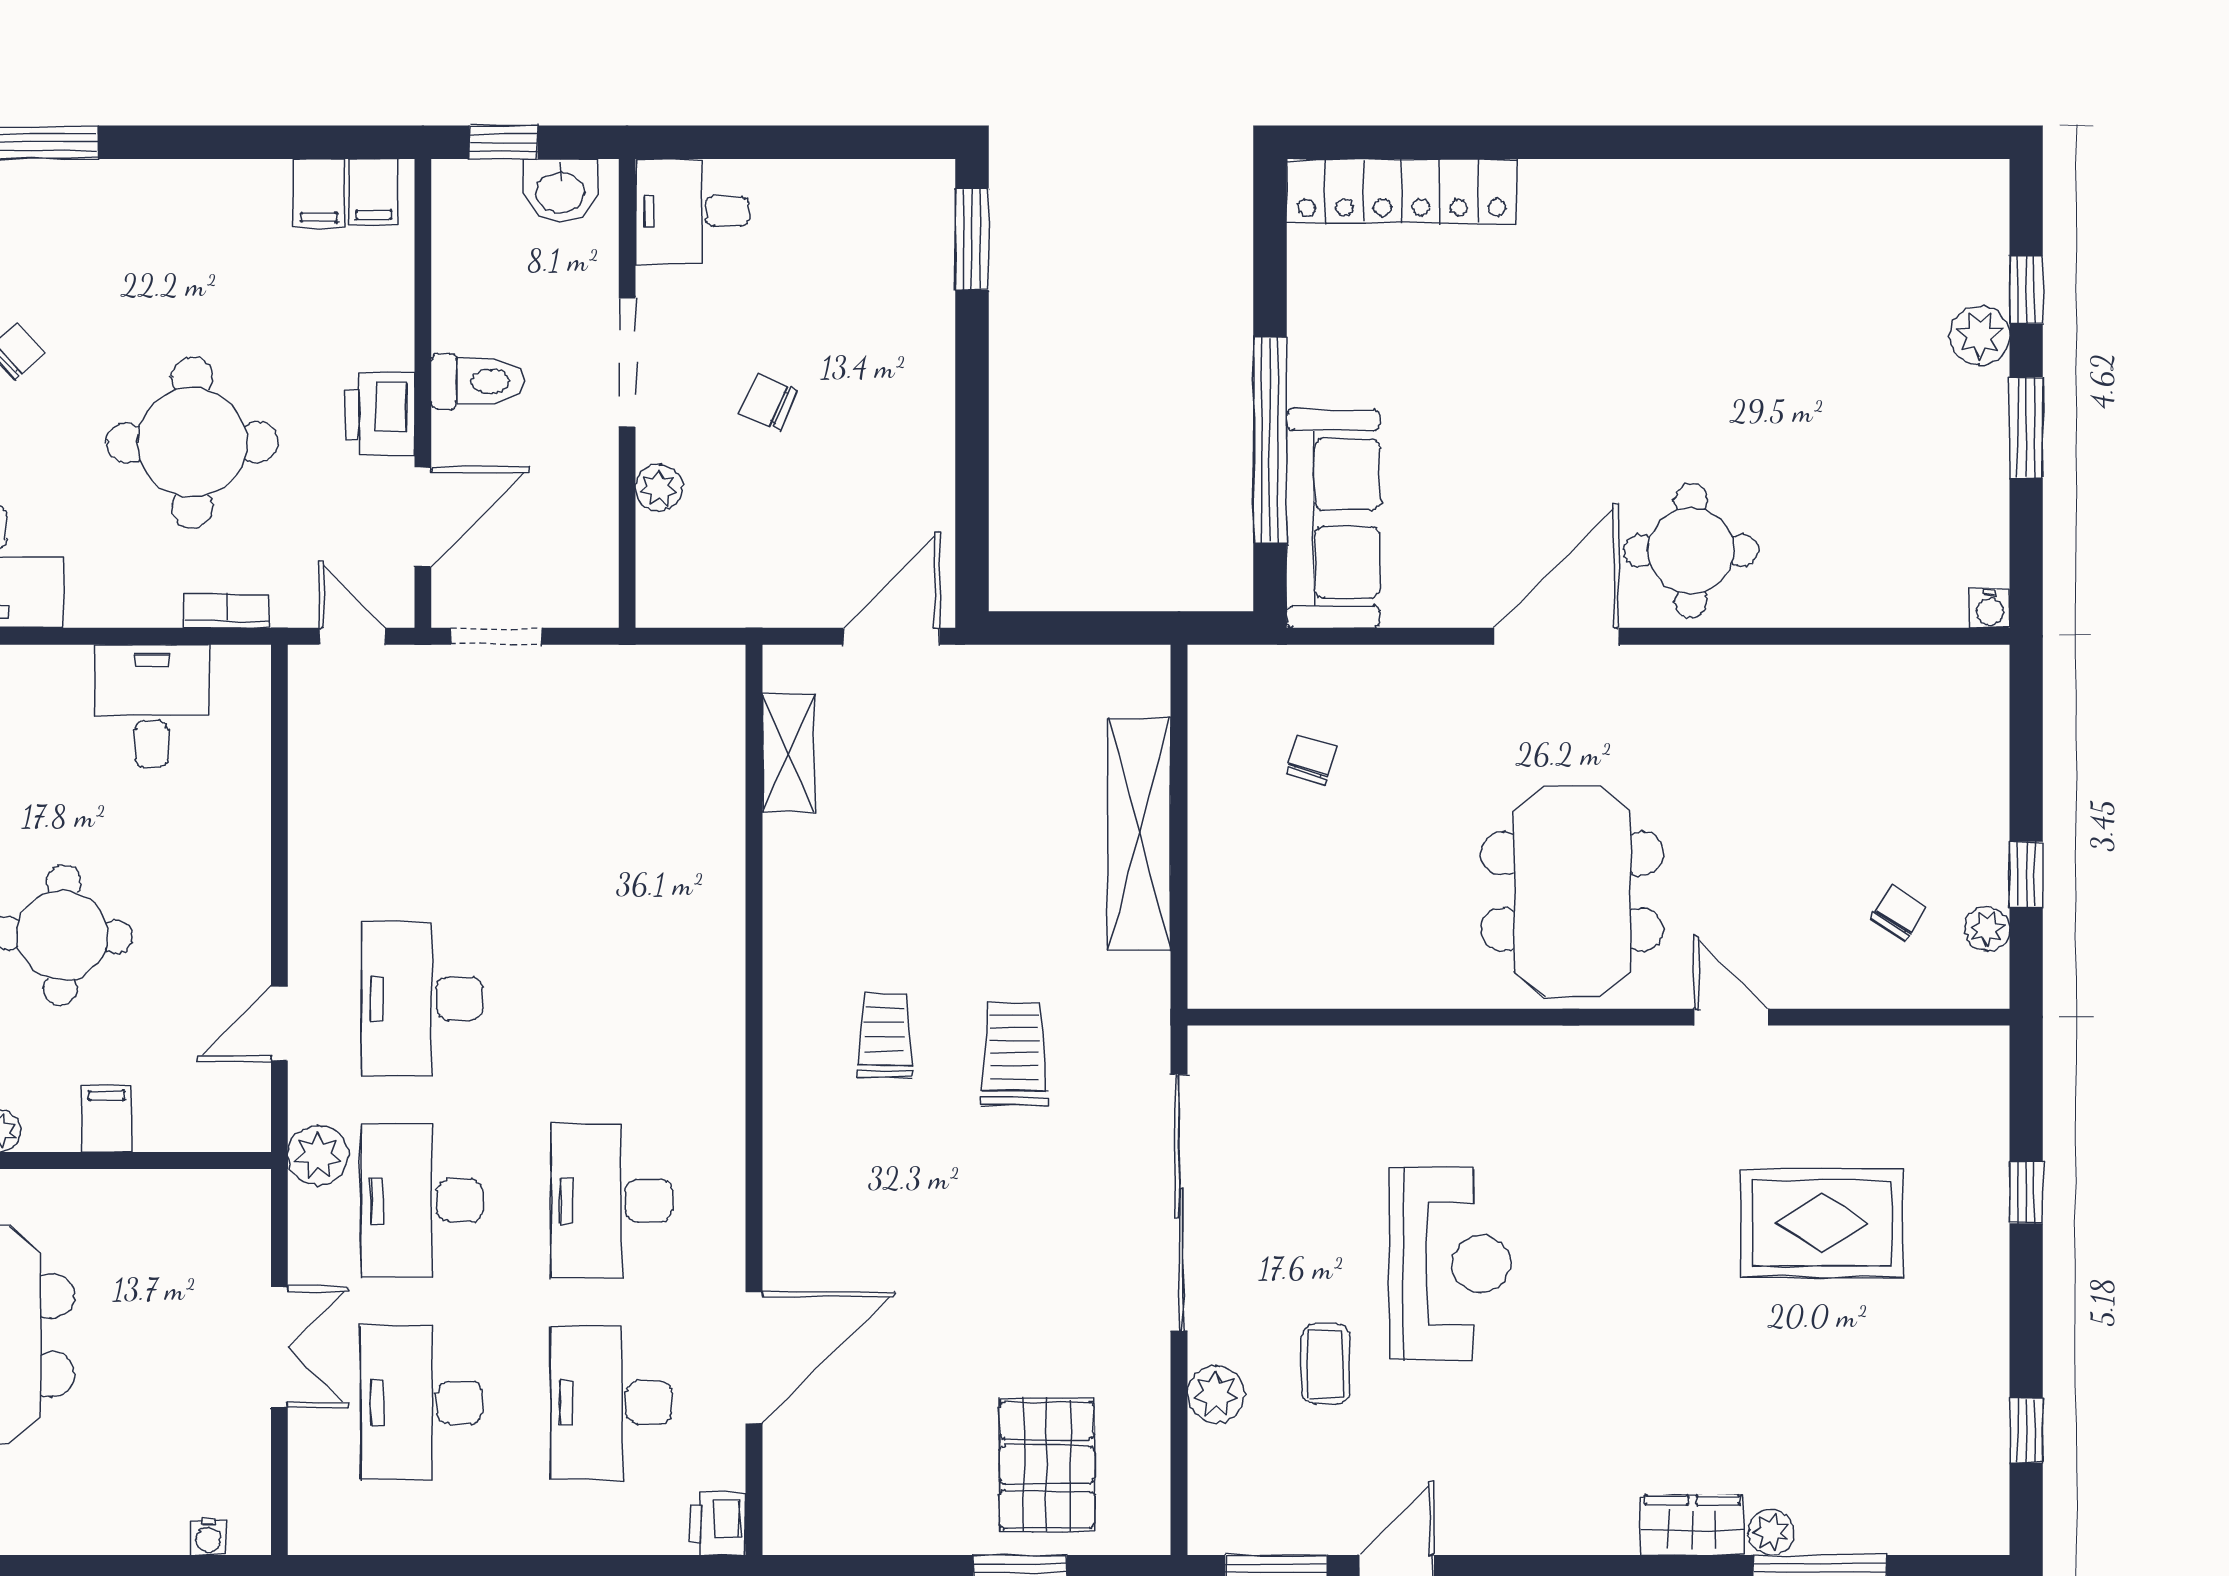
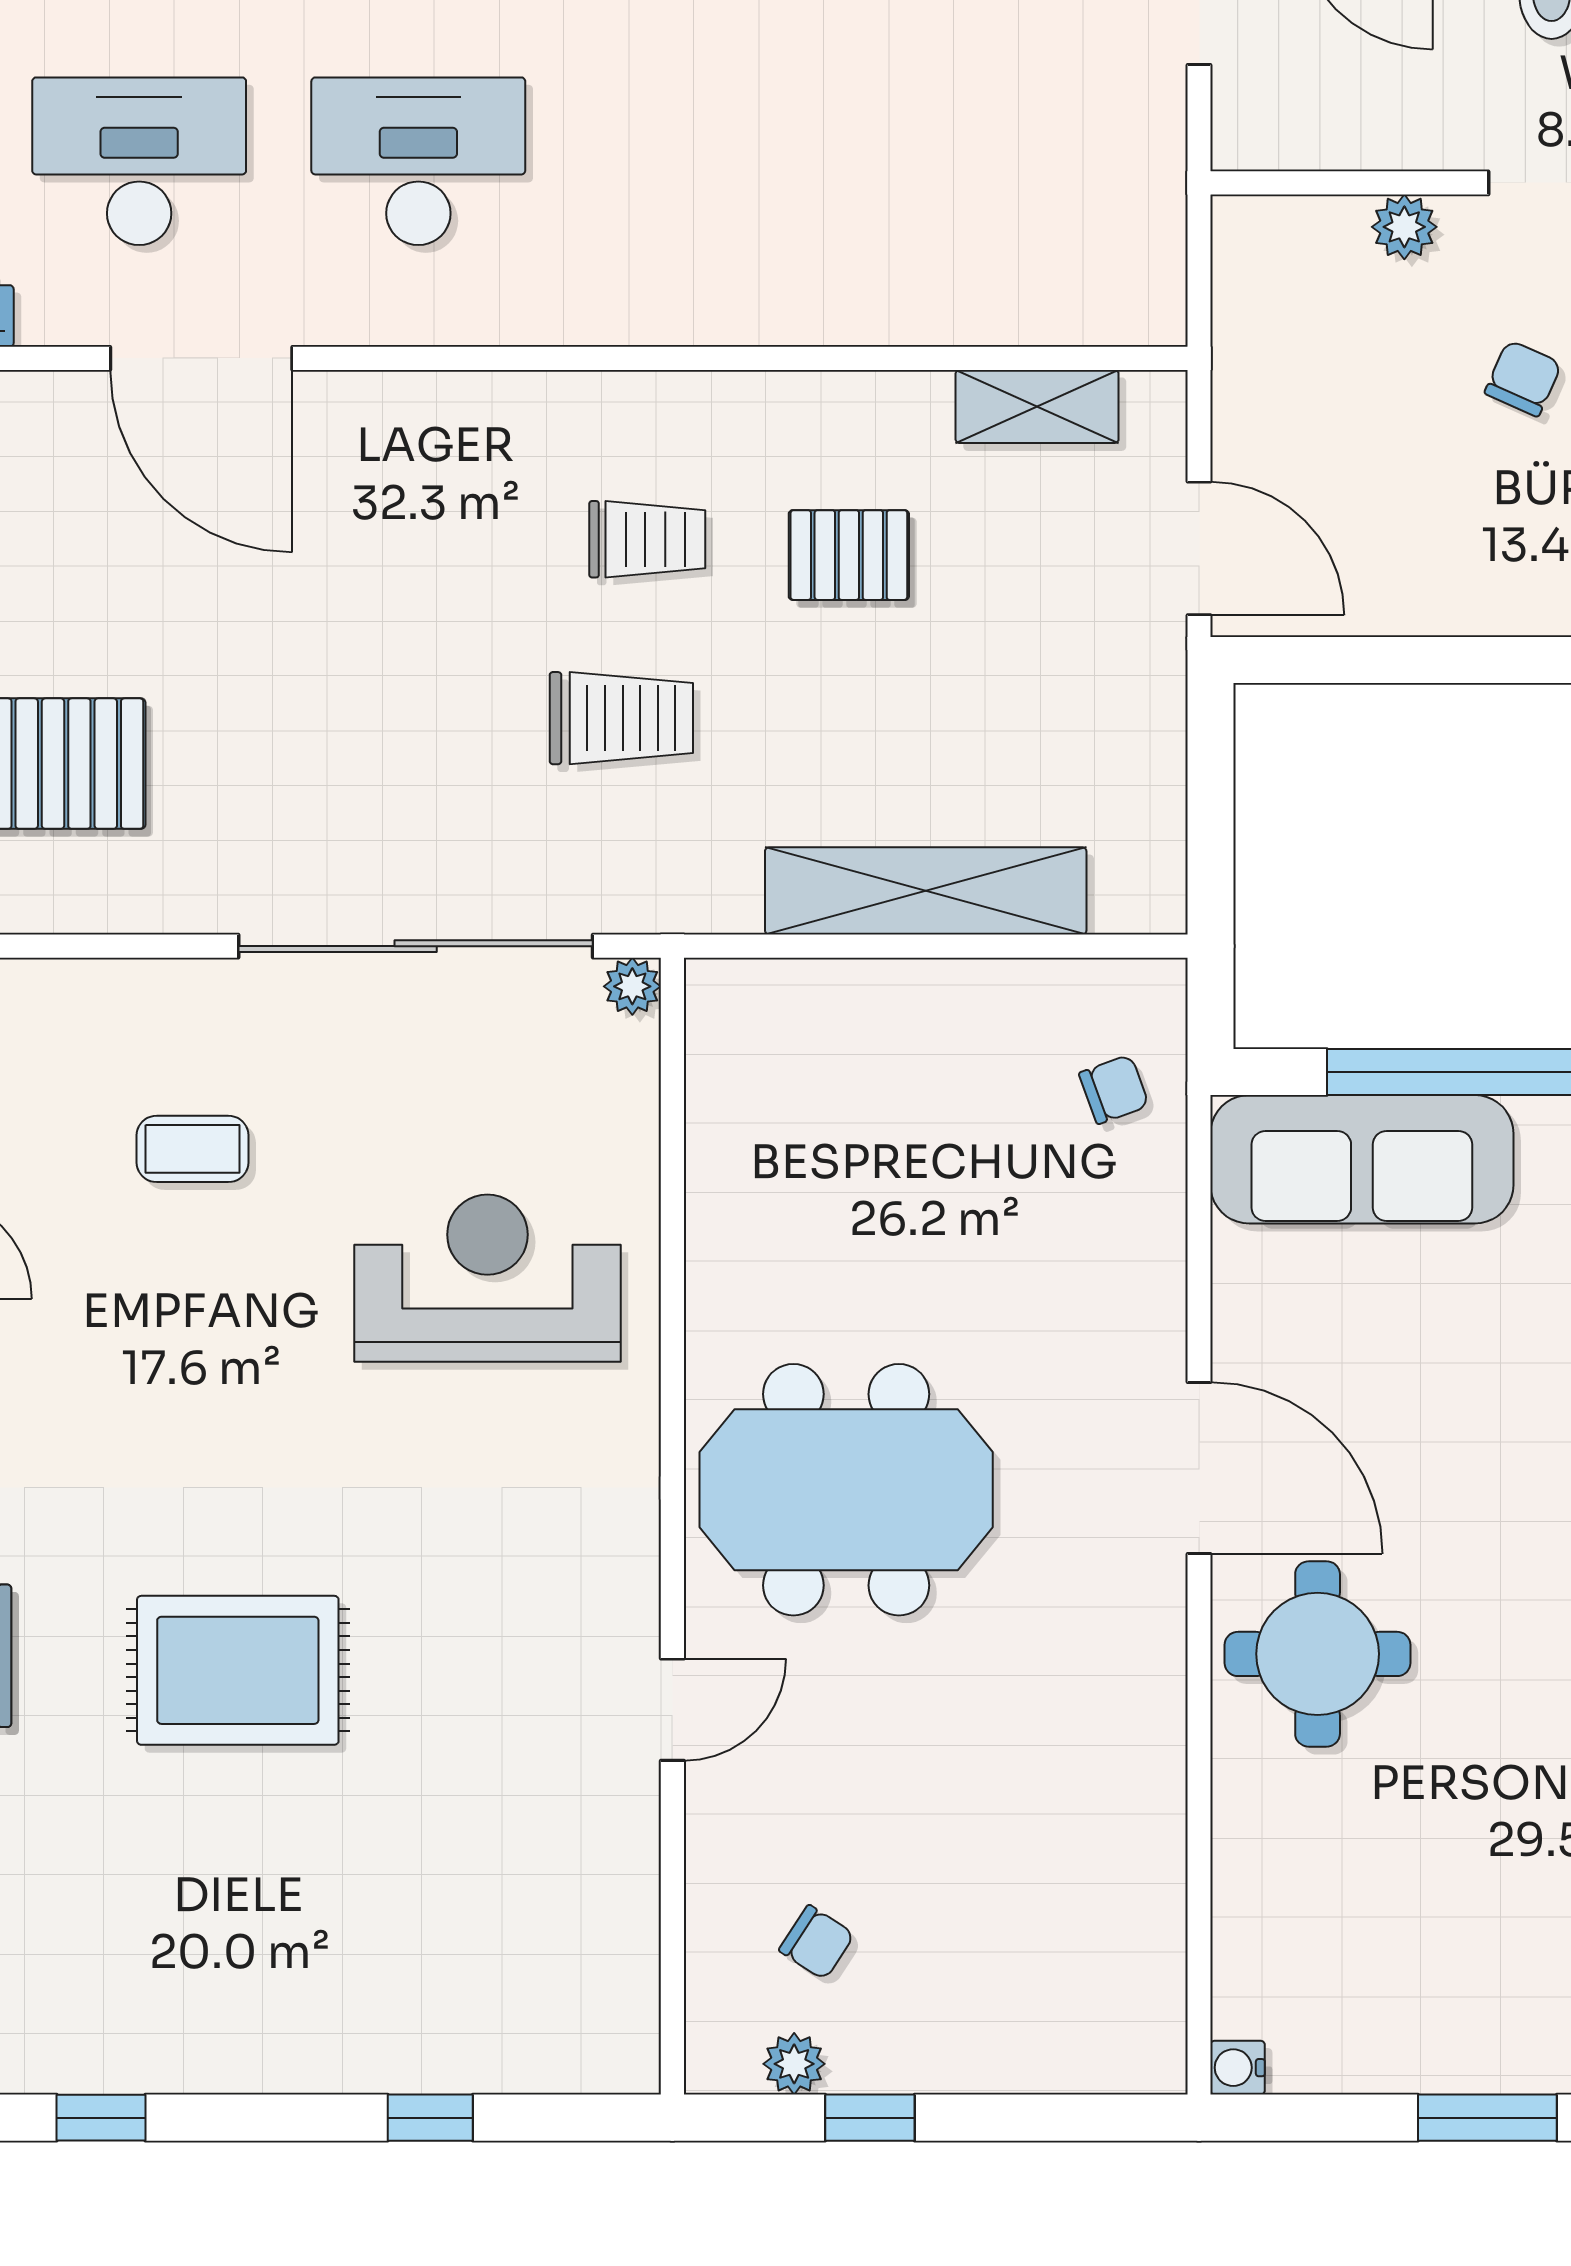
chair: (1312, 760) -> (1114, 1089), moved, turned -37
pallet: (896, 889) -> (849, 555), added
rug: (1822, 1223) -> (238, 1670), moved, turned 90
reception desk: (1449, 1264) -> (487, 1278), moved, turned 180
plant: (1216, 1394) -> (632, 986), moved, width x0.73, depth x0.73

